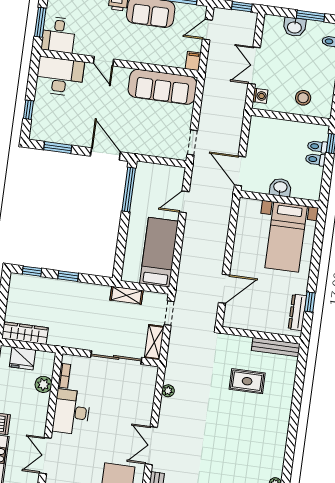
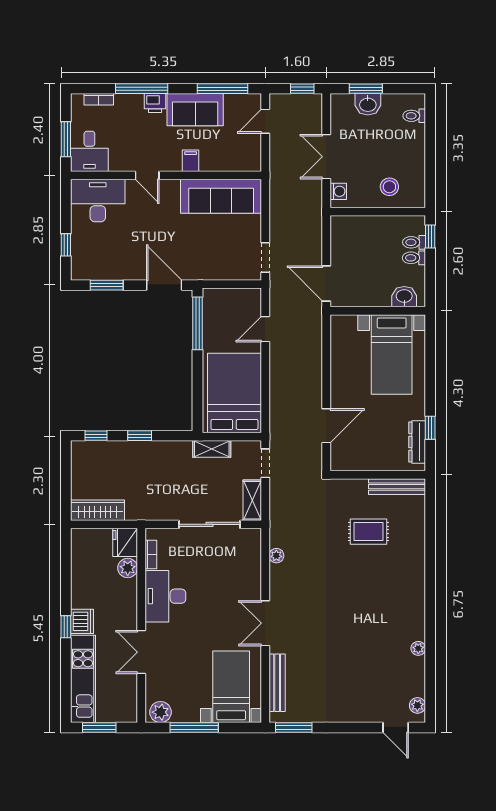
window: (311, 16) -> (366, 89), moved
filing cabinet: (193, 61) -> (191, 161), moved
washbasin: (280, 187) -> (404, 297), moved
bed: (159, 252) -> (234, 393), width x1.50
fridge: (22, 358) -> (125, 542), moved, turned 90

